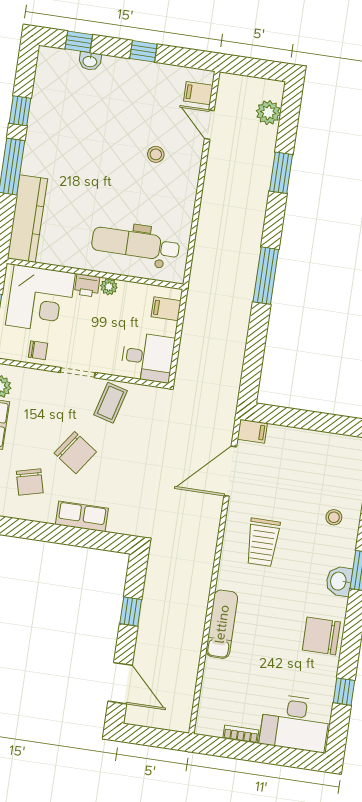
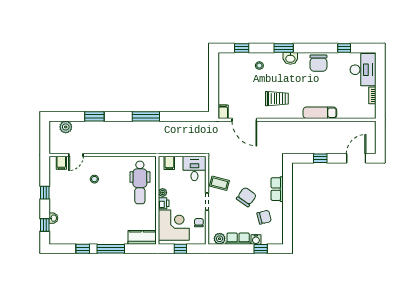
kitchen counter: (27, 219) -> (142, 237), width x0.67

